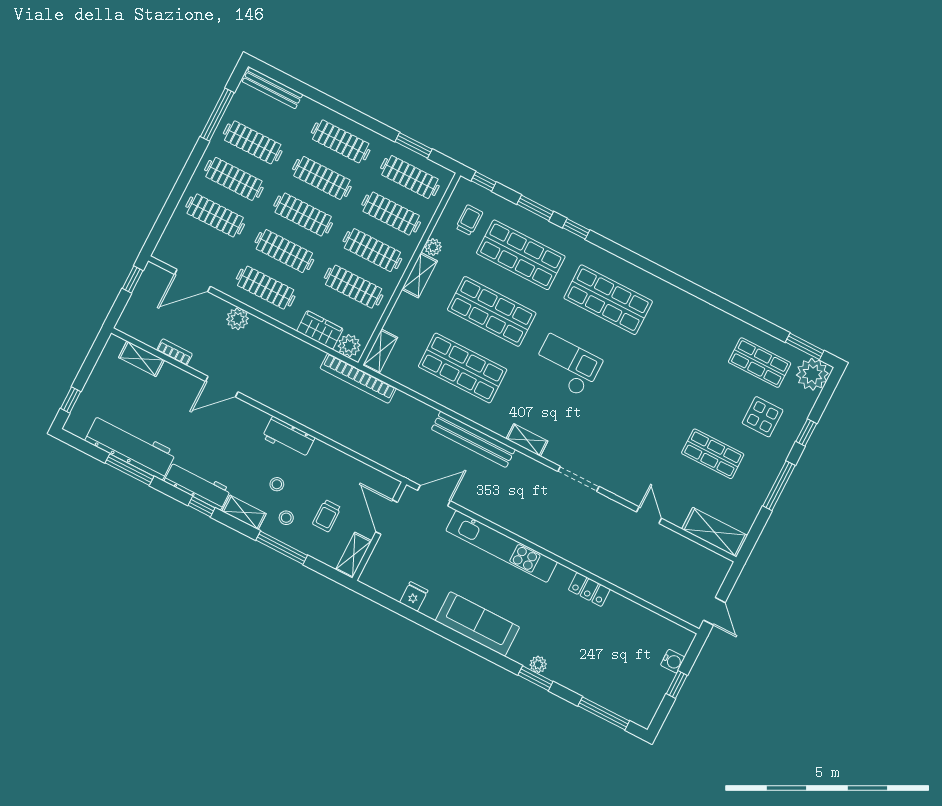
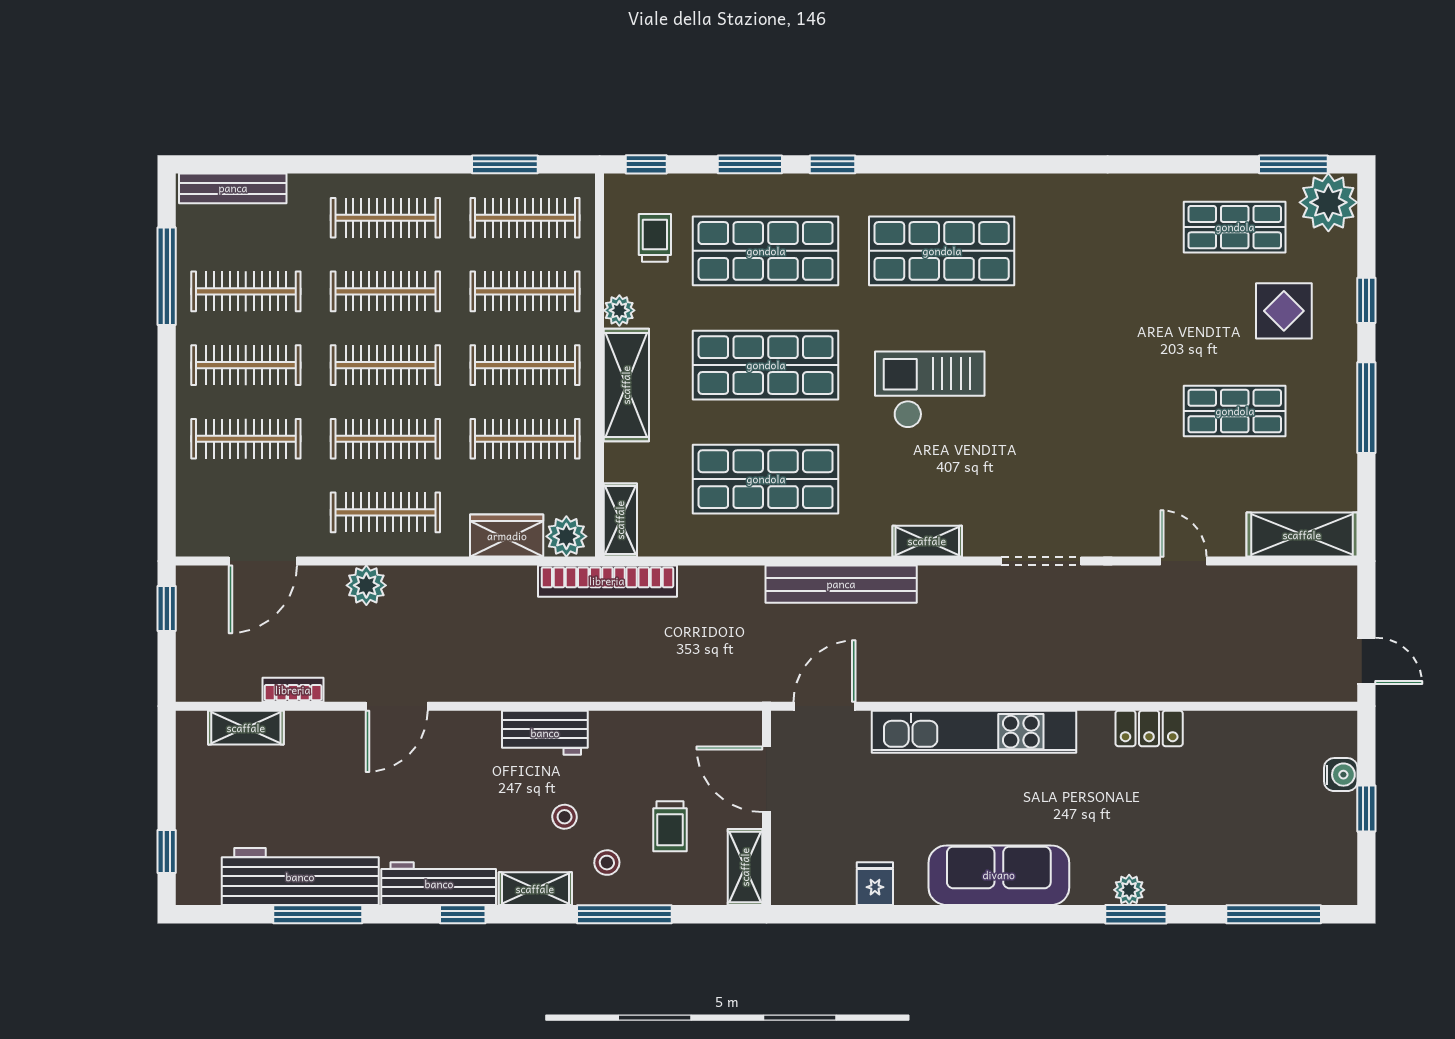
shelving: (420, 275) -> (626, 385), width x1.50, depth x1.33

